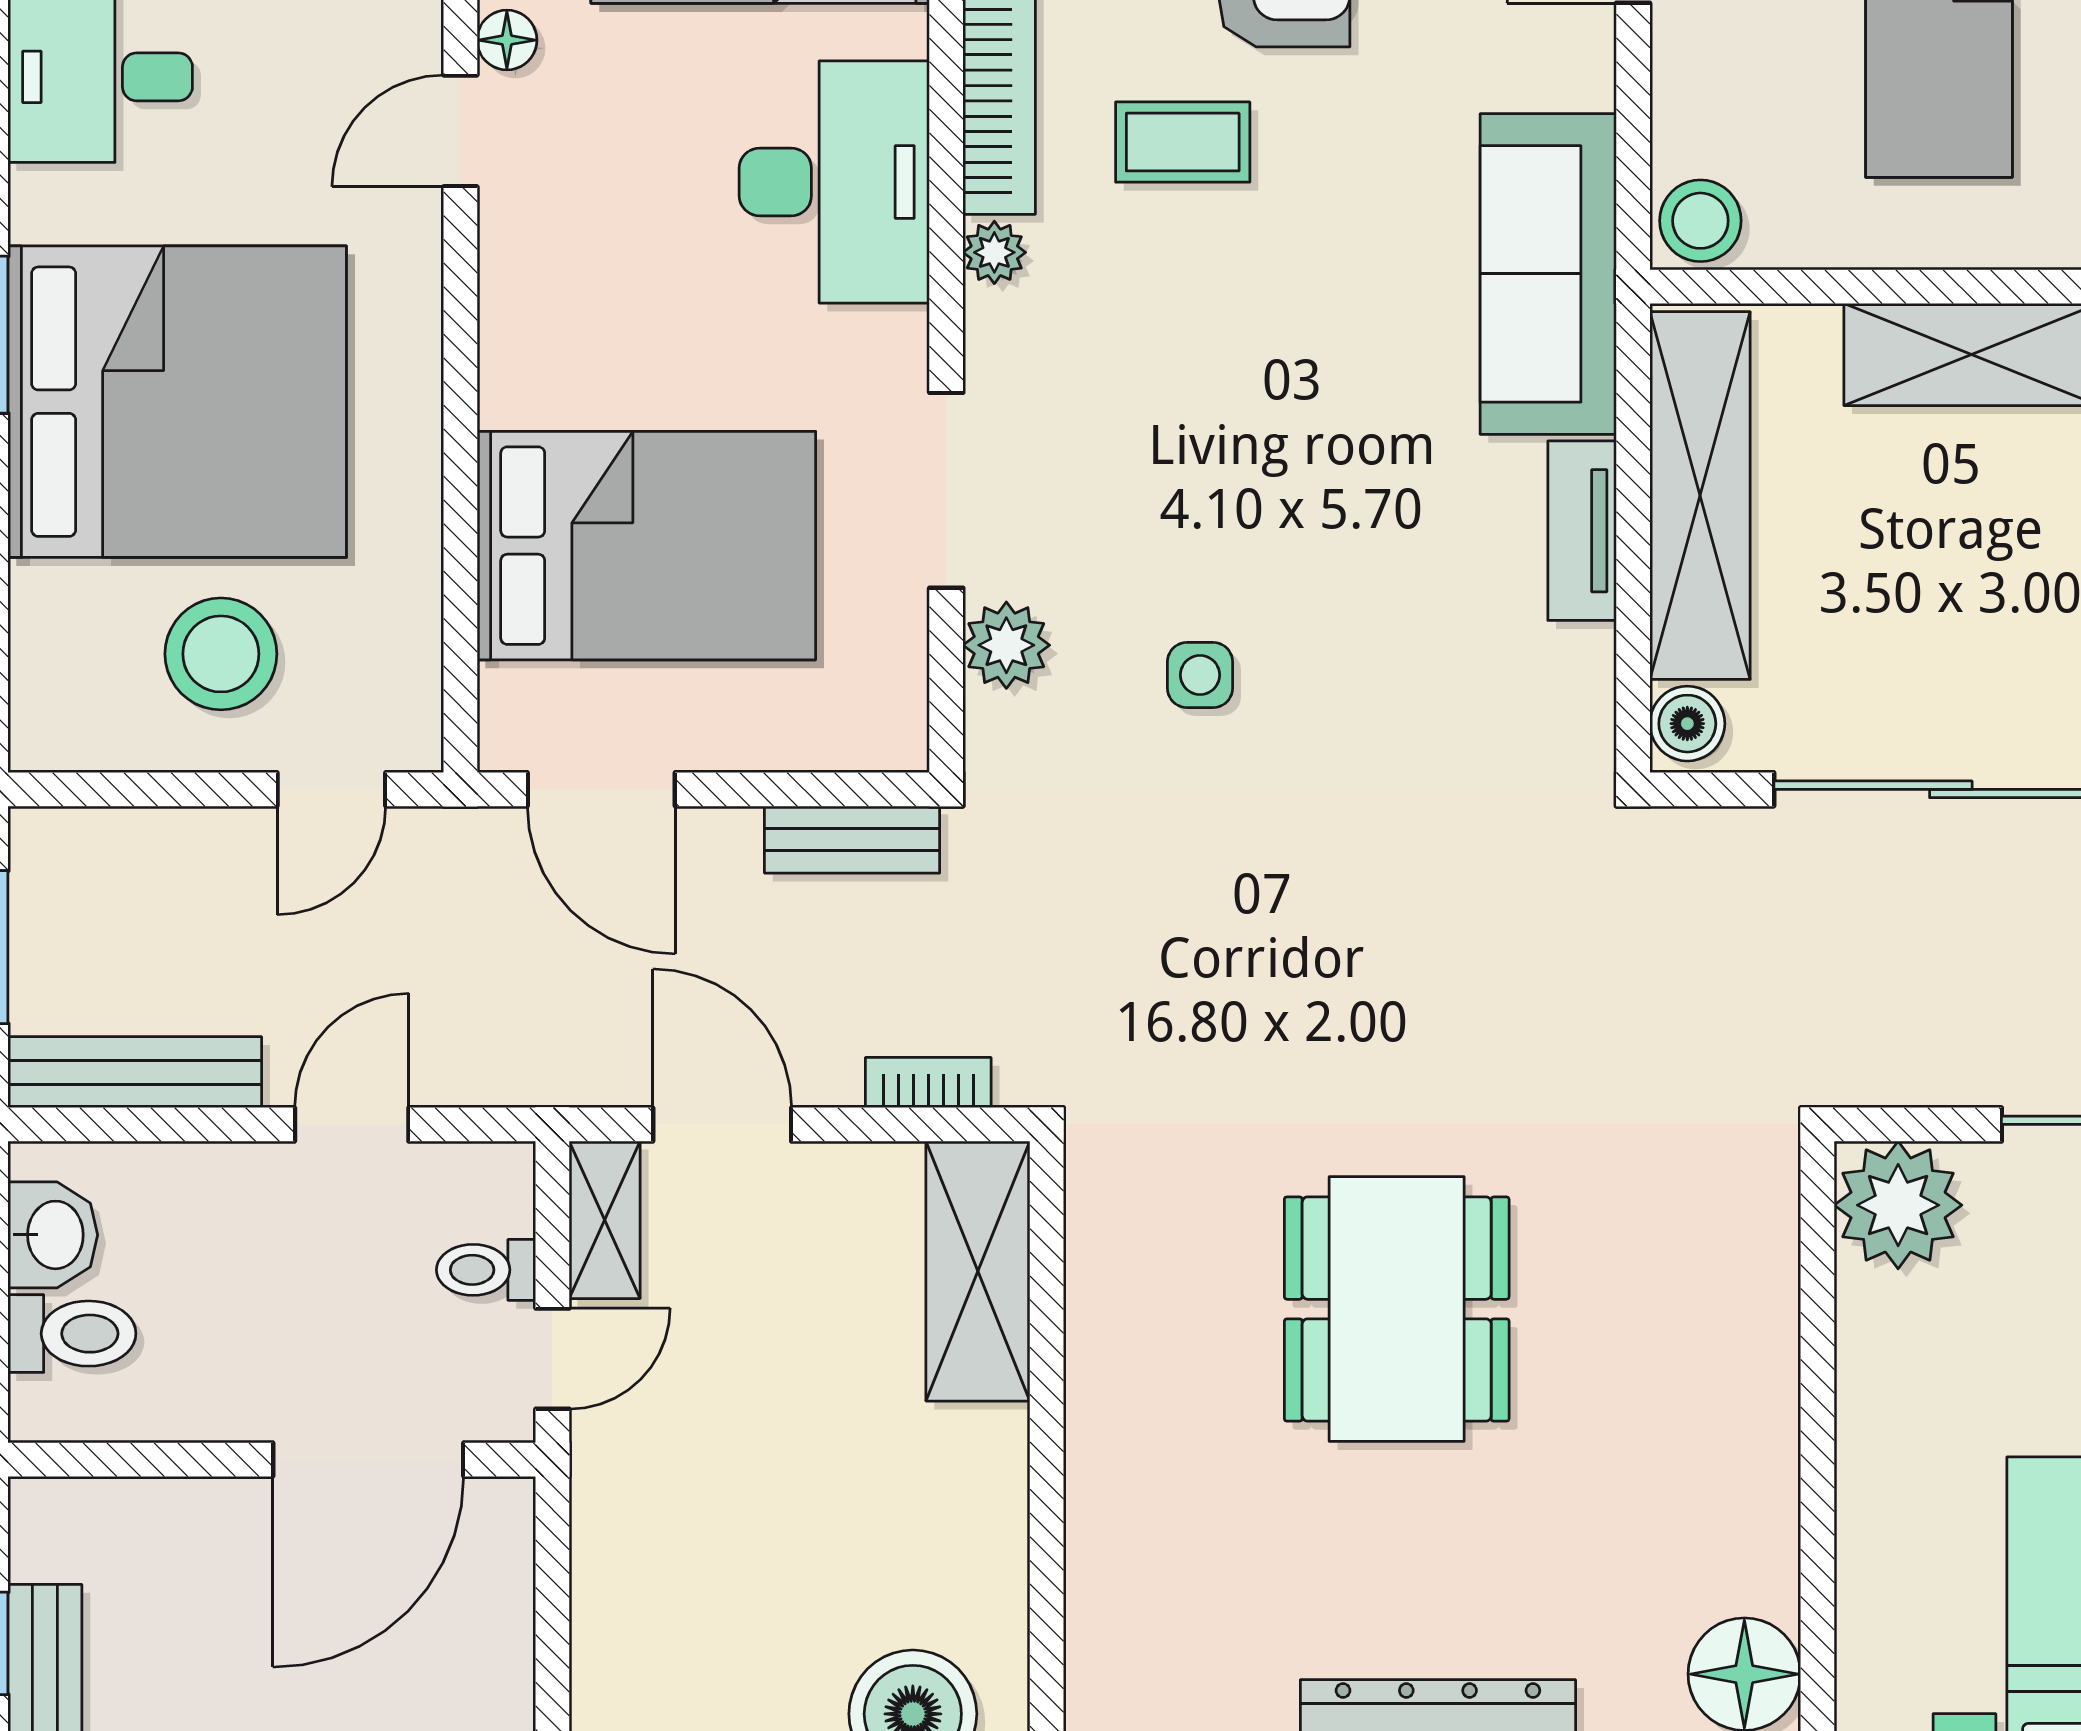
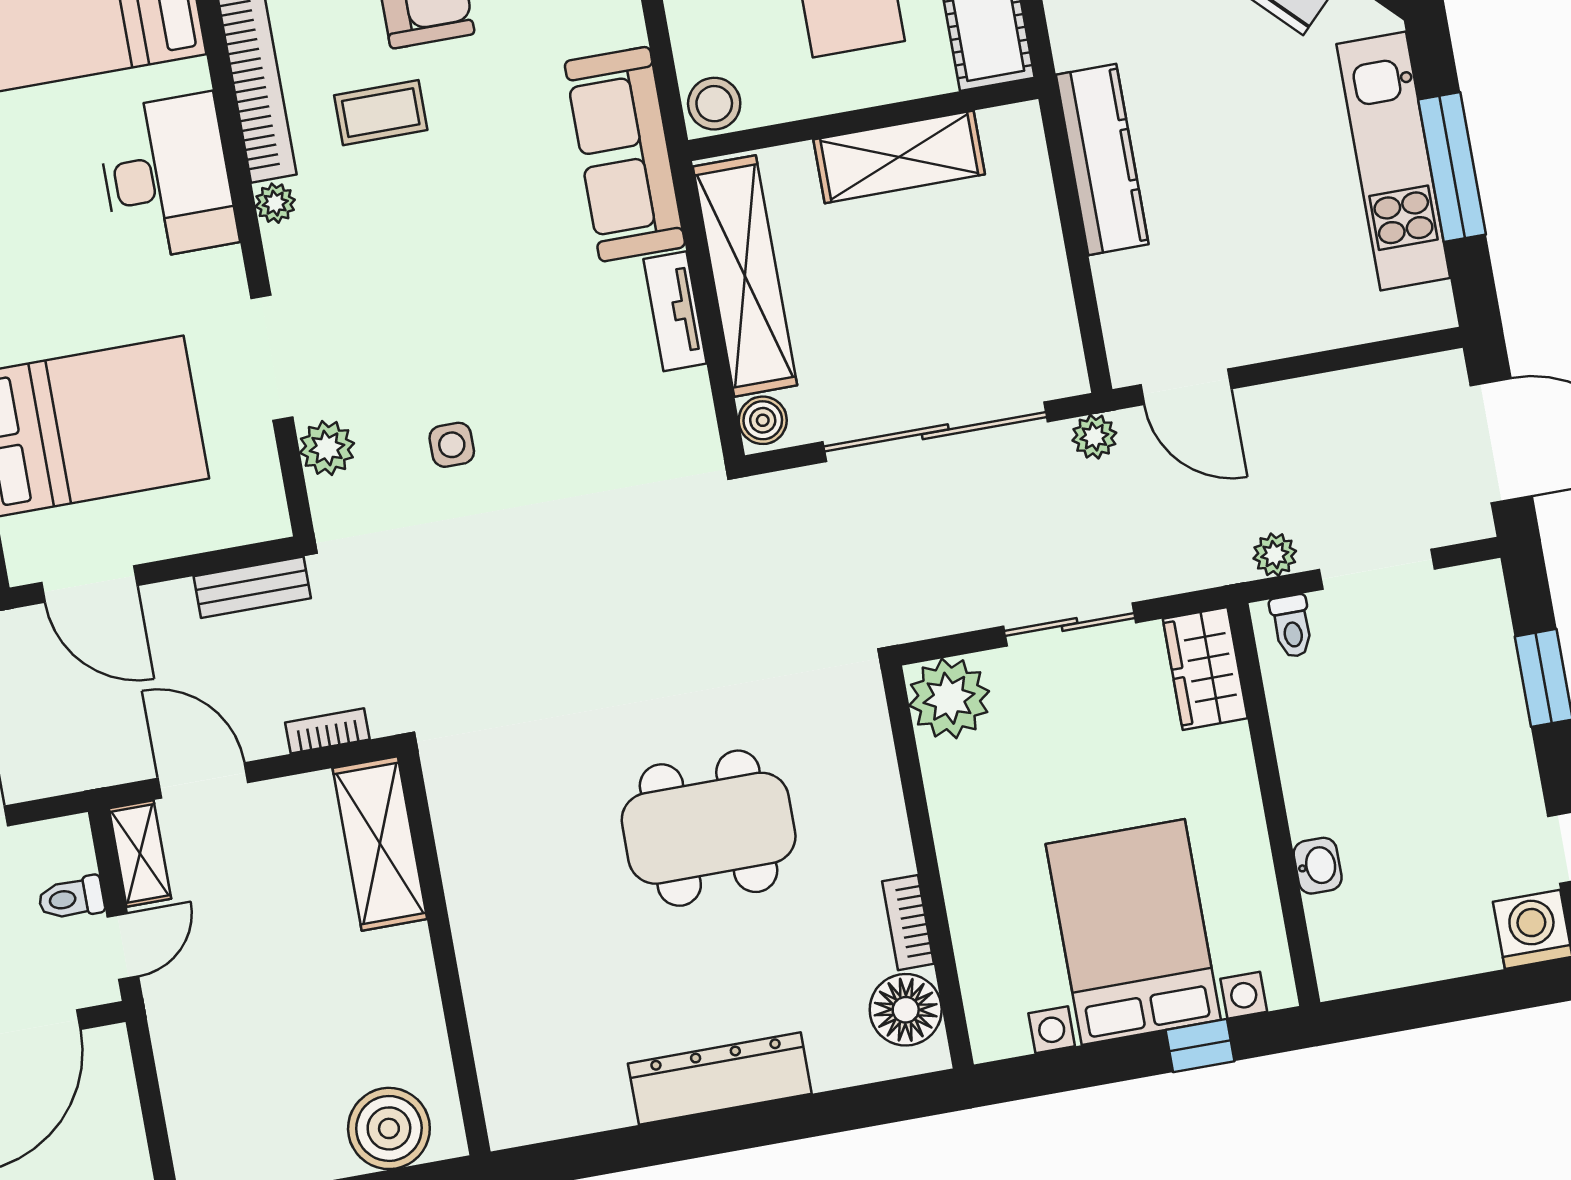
dining table: (1397, 1309) -> (709, 828), moved, turned 90
bookcase: (1772, 1540) -> (908, 923), added

